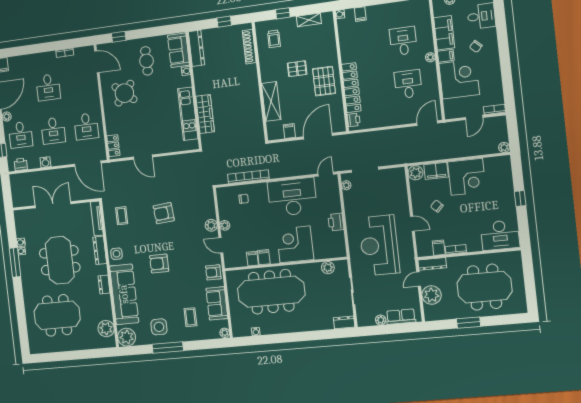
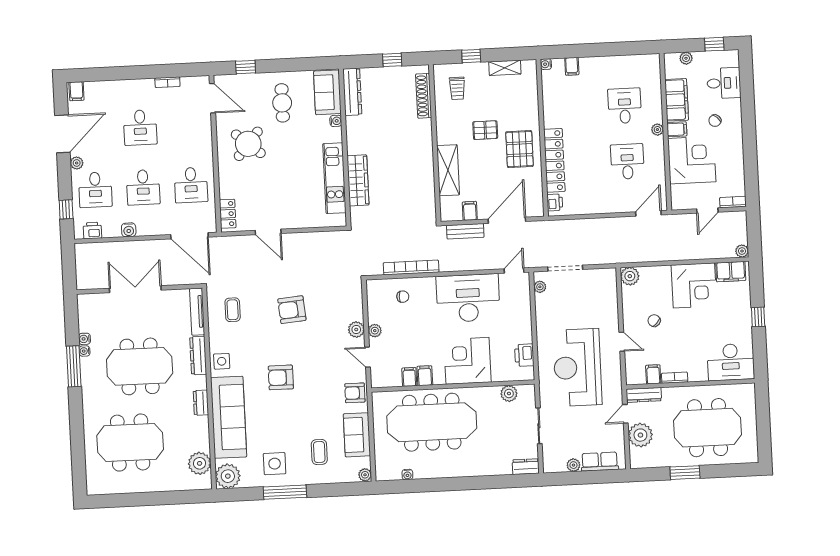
bench: (287, 147) -> (465, 231), added
filing cabinet: (436, 171) -> (731, 272), moved
printer: (336, 222) -> (524, 355), moved
meeting table: (60, 260) -> (140, 366), turned 90

